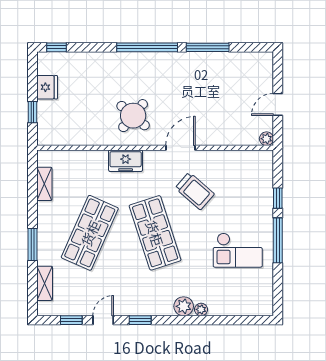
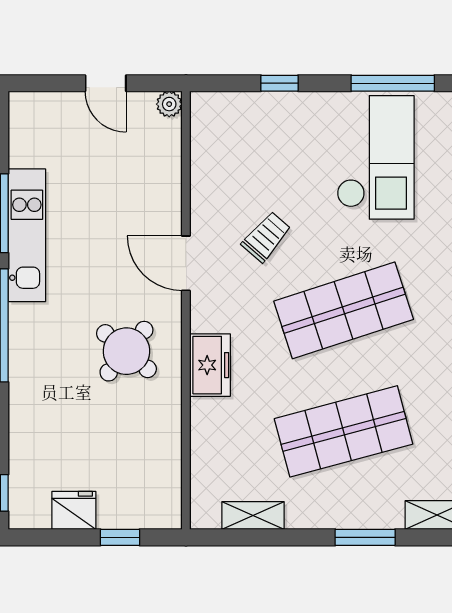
kitchen unit: (196, 62) -> (27, 235), added
trolley: (195, 191) -> (266, 237), width x0.73, depth x0.72
shop shelf: (90, 233) -> (344, 431), turned -39
window: (278, 240) -> (393, 83), moved
checkout: (238, 250) -> (376, 157), width x1.36, depth x1.21

